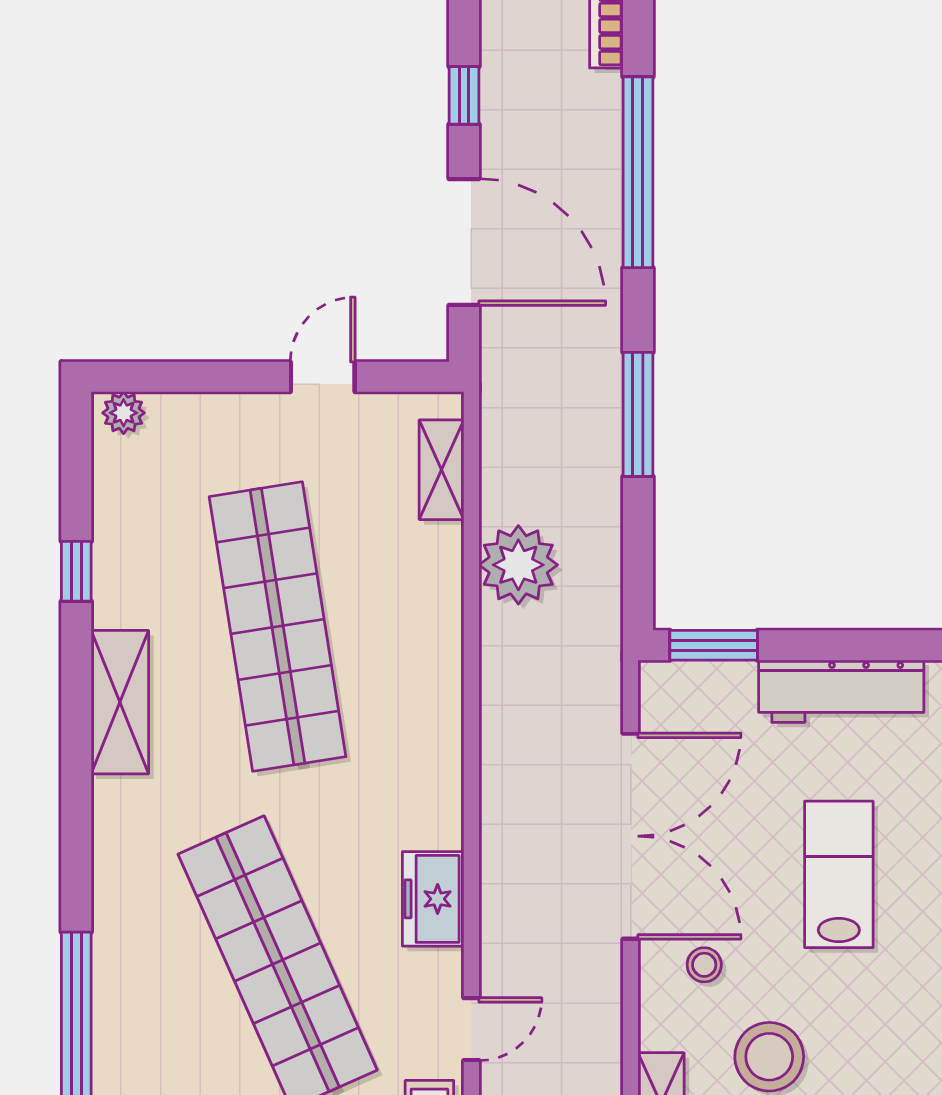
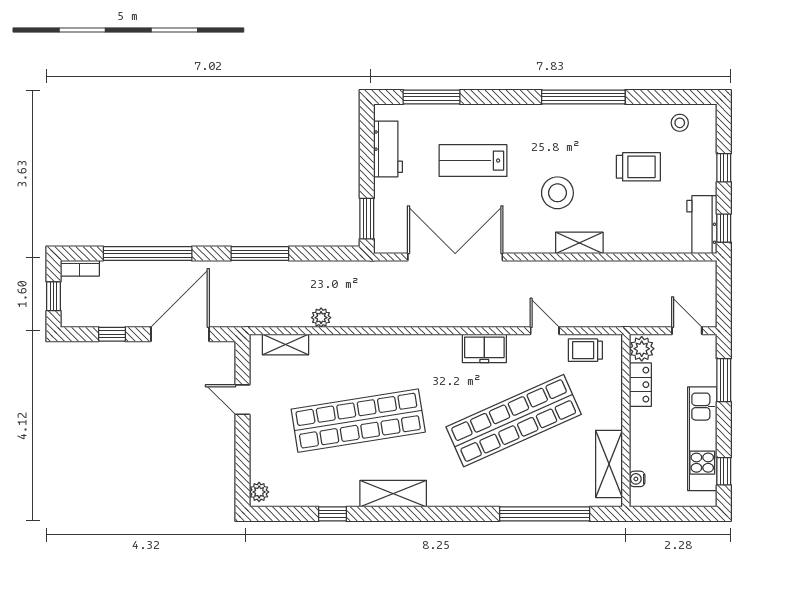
plant: (518, 565) -> (321, 318), width x0.53, depth x0.53
workbench: (841, 691) -> (388, 149), width x0.73
stool: (704, 965) -> (515, 223), removed

